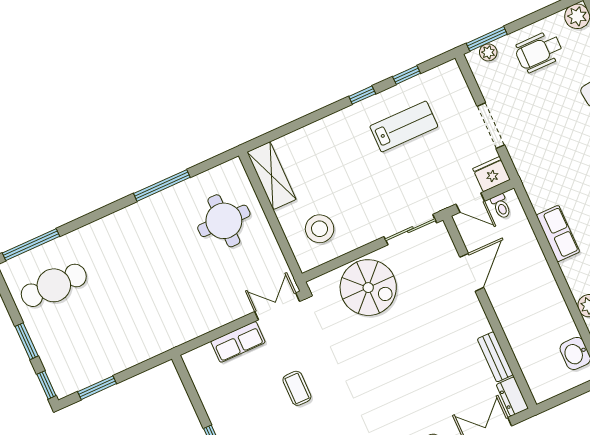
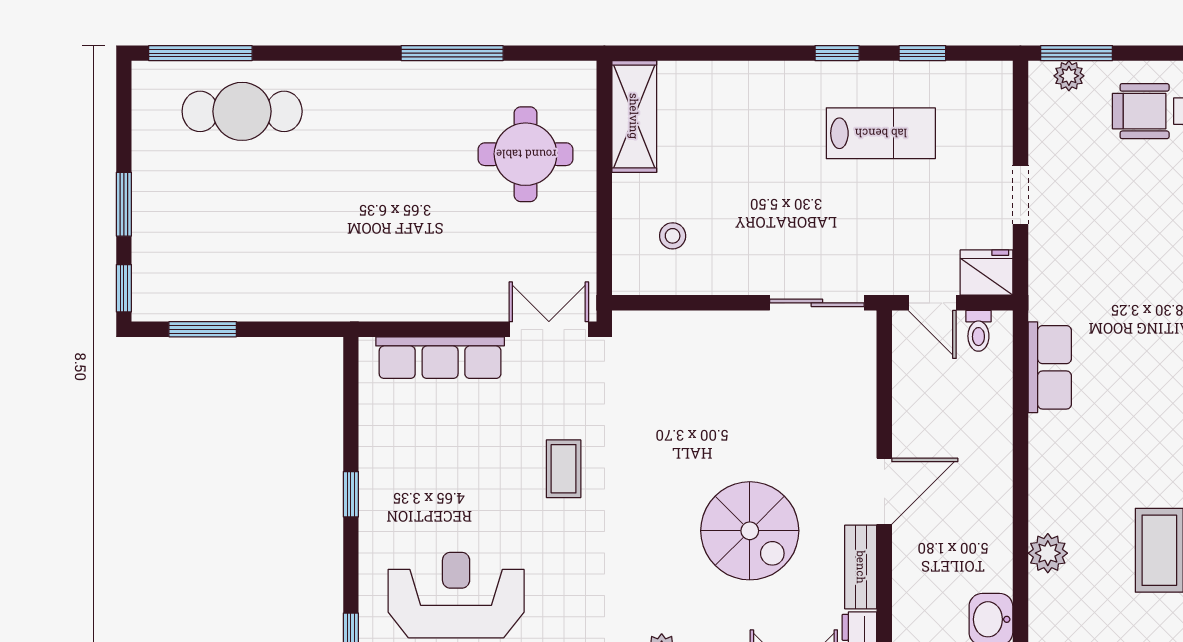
doorway: (491, 126) -> (1020, 195), width x0.73
stool: (320, 229) -> (673, 236), width x0.53, depth x0.53
row of seats: (558, 234) -> (1050, 367), moved
door: (472, 272) -> (884, 491), moved
cafe table: (54, 285) -> (242, 111), moved
spiral stairs: (368, 288) -> (750, 531), moved
row of seats: (238, 342) -> (440, 358), width x1.48
coffee table: (297, 388) -> (564, 469), moved

